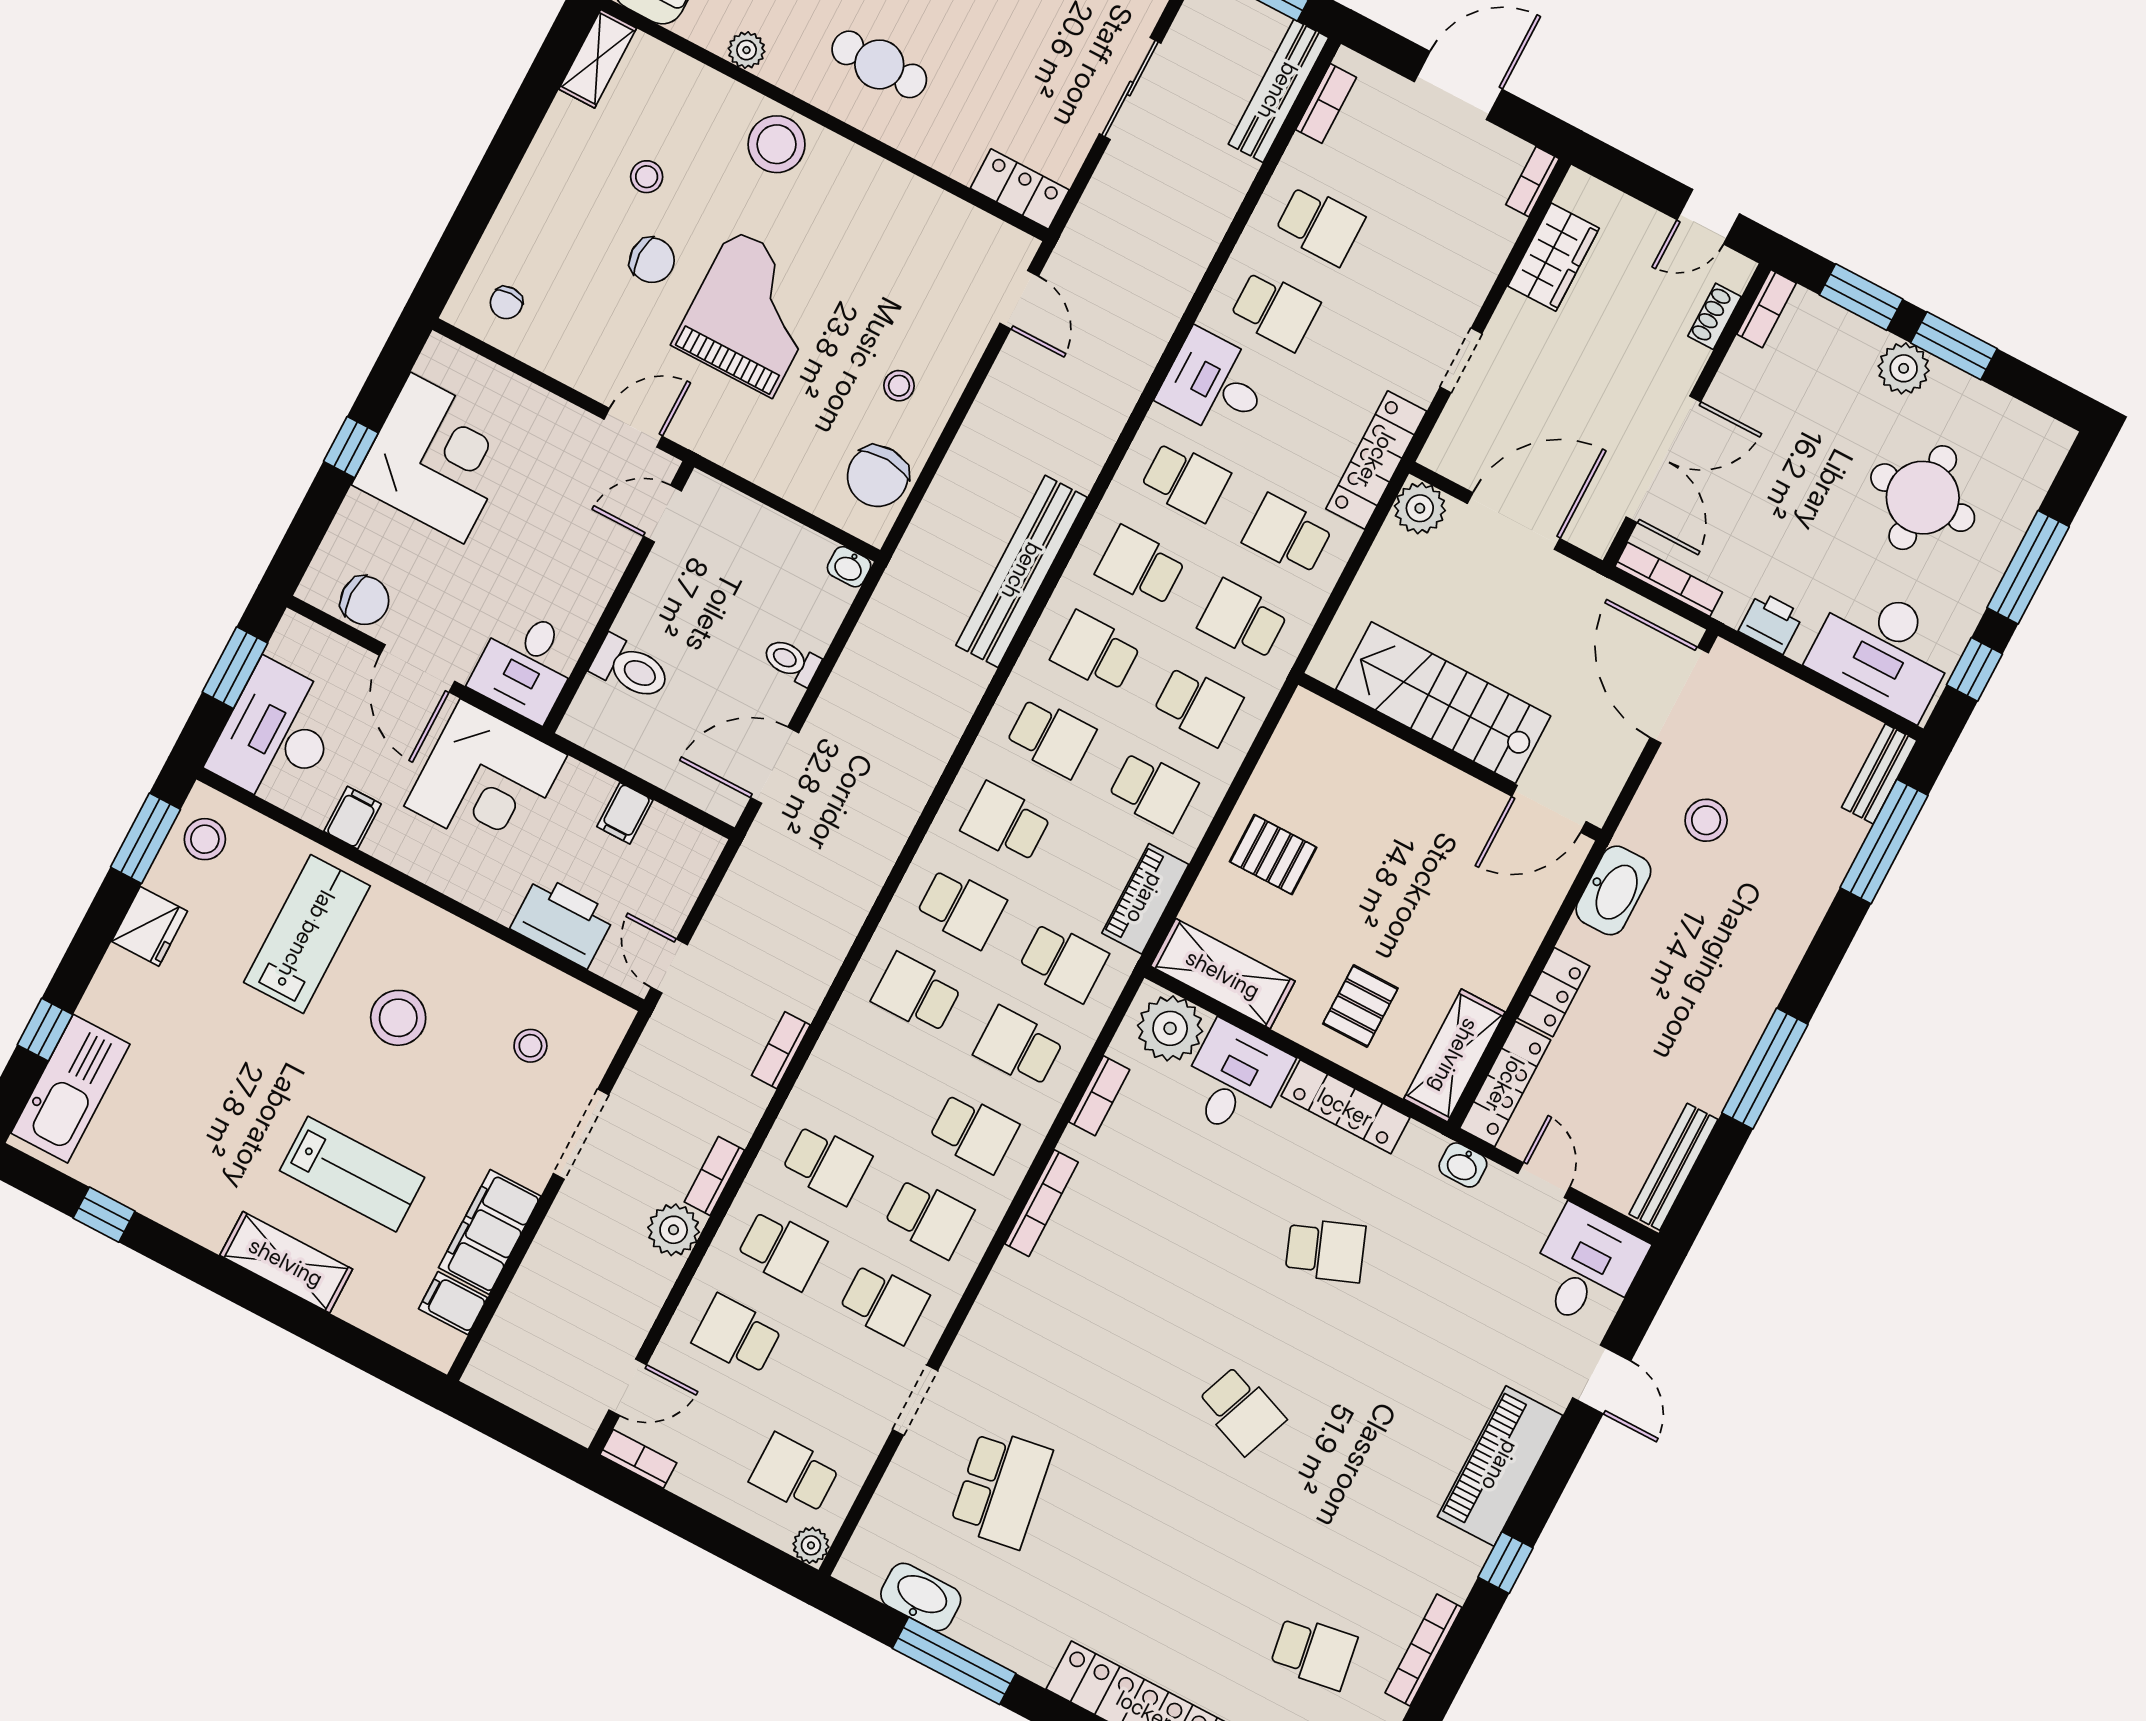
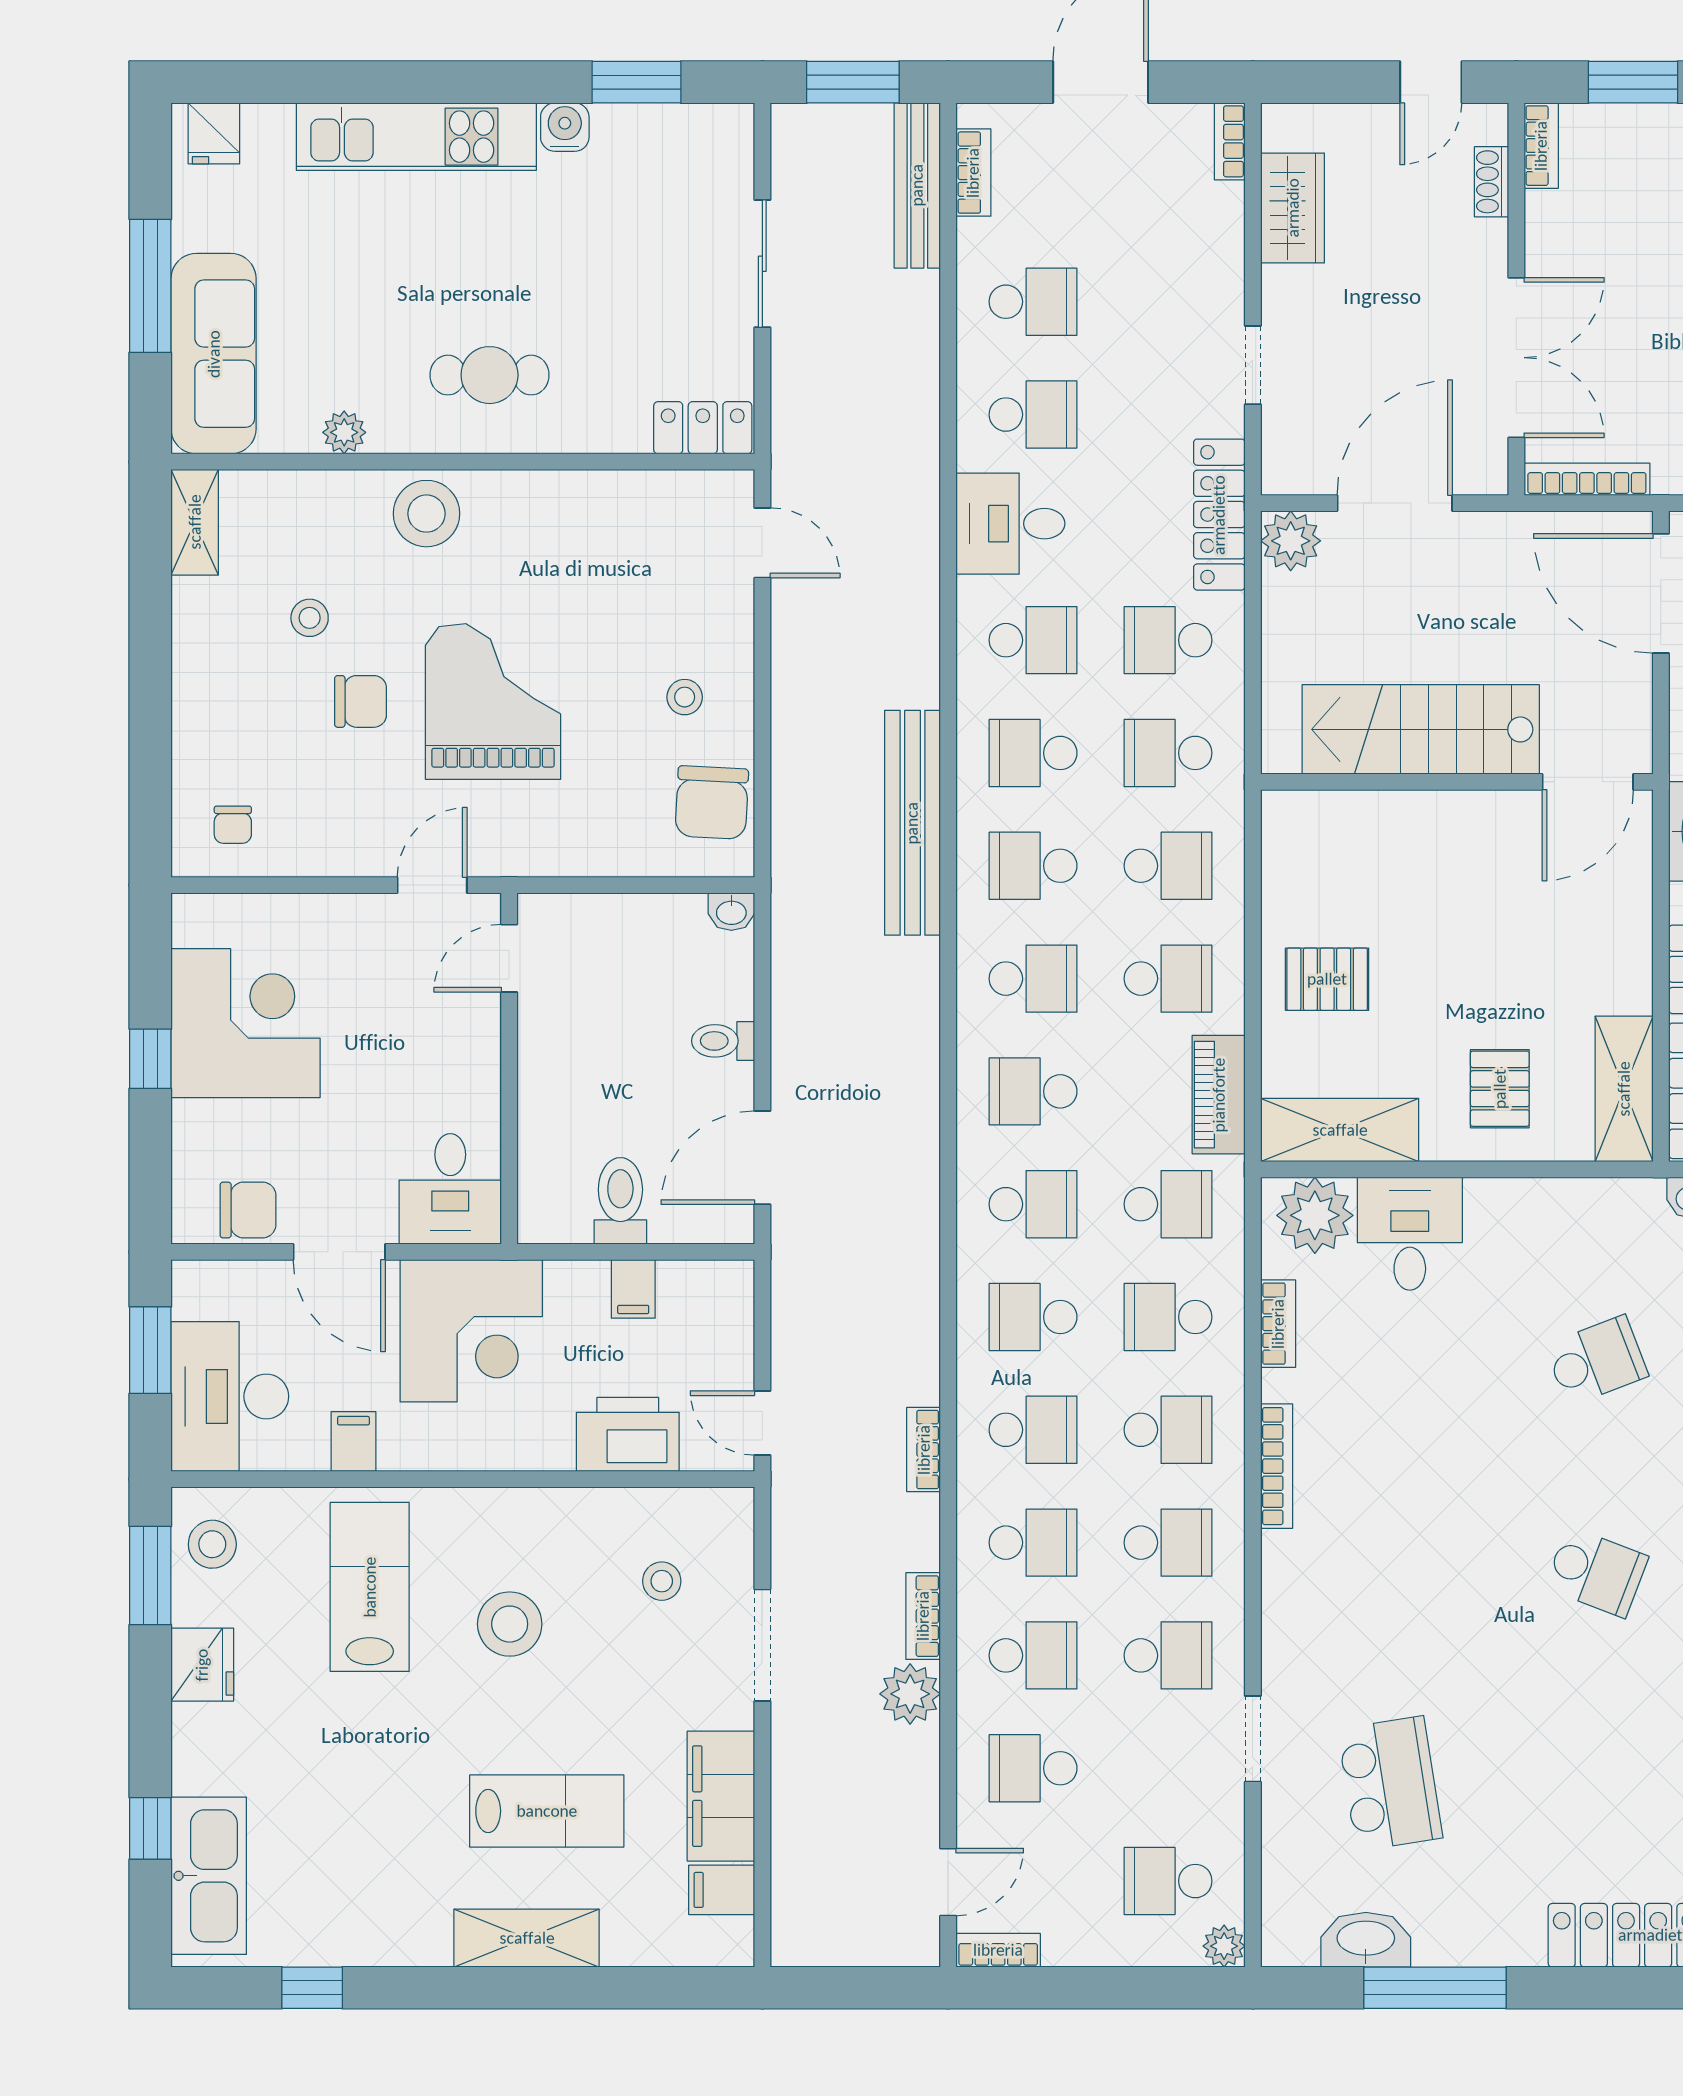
toilet: (631, 668) -> (620, 1201), moved, turned -90
school desk: (872, 1079) -> (1033, 1430), added
locker: (1345, 1107) -> (1539, 1201), removed

